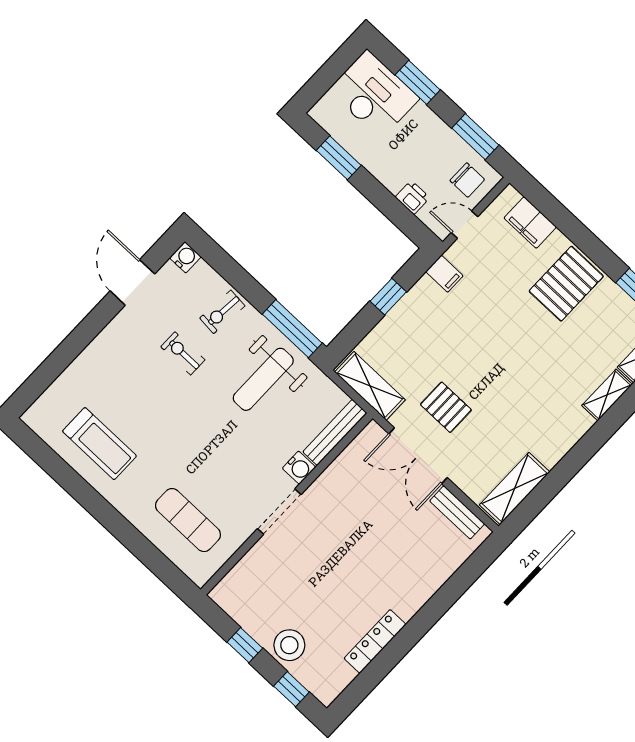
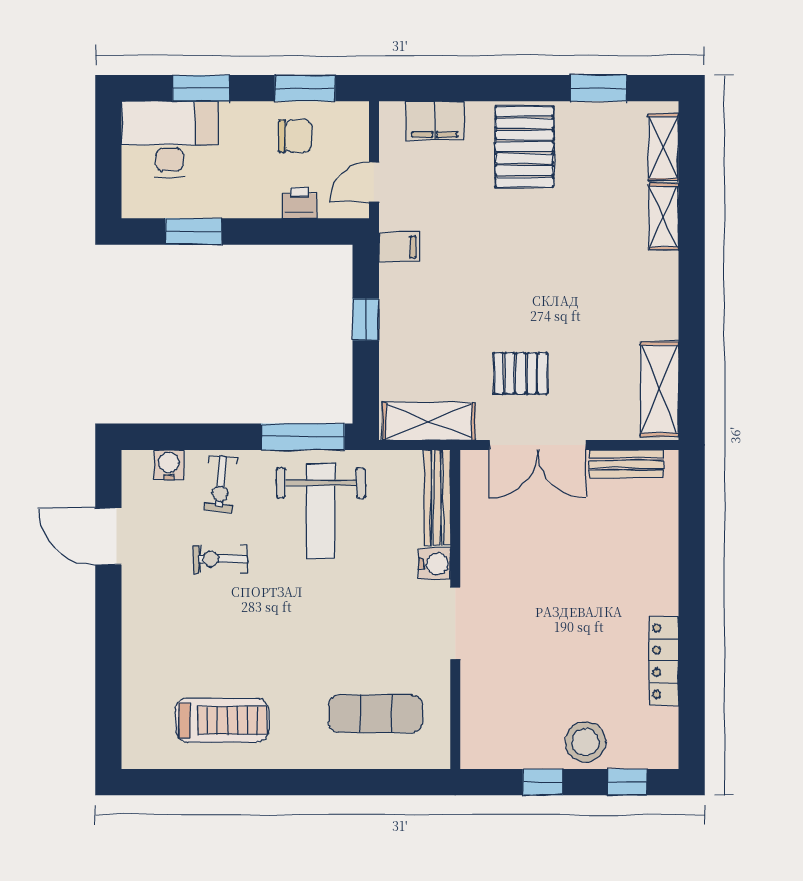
chair: (467, 180) -> (295, 136), moved
water cooler: (185, 257) -> (169, 465), moved

